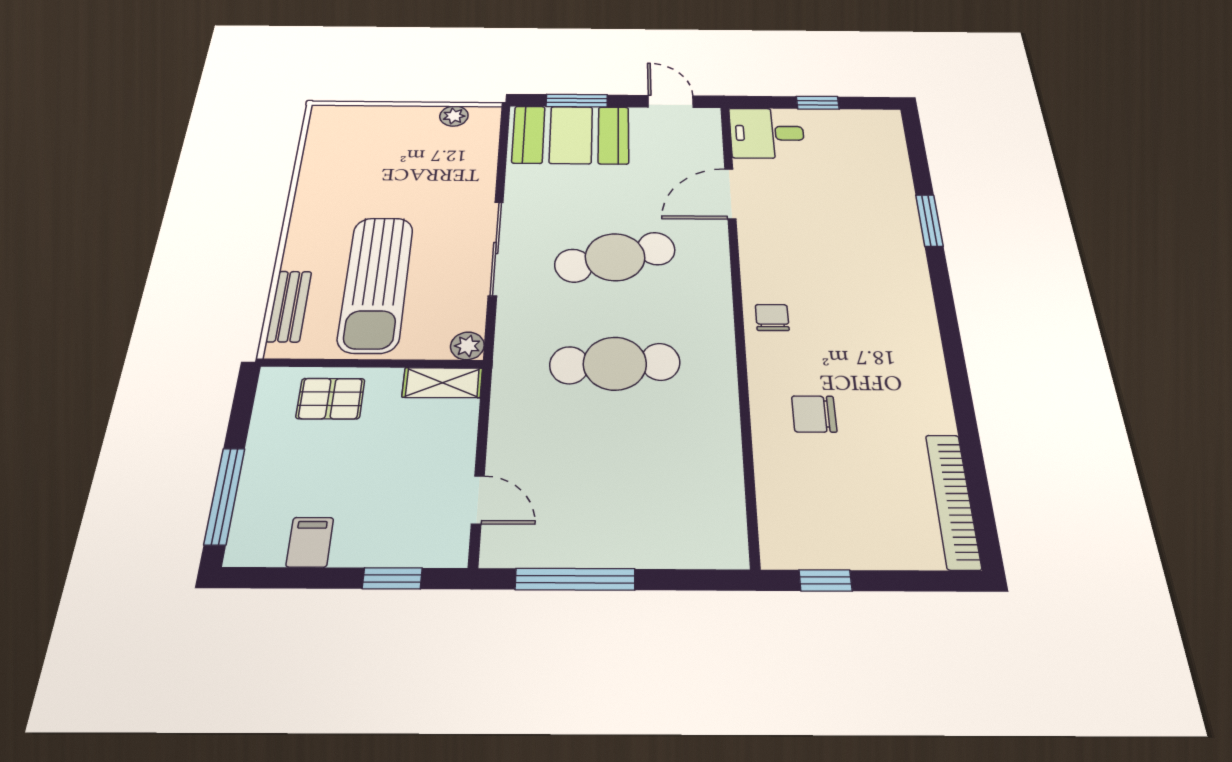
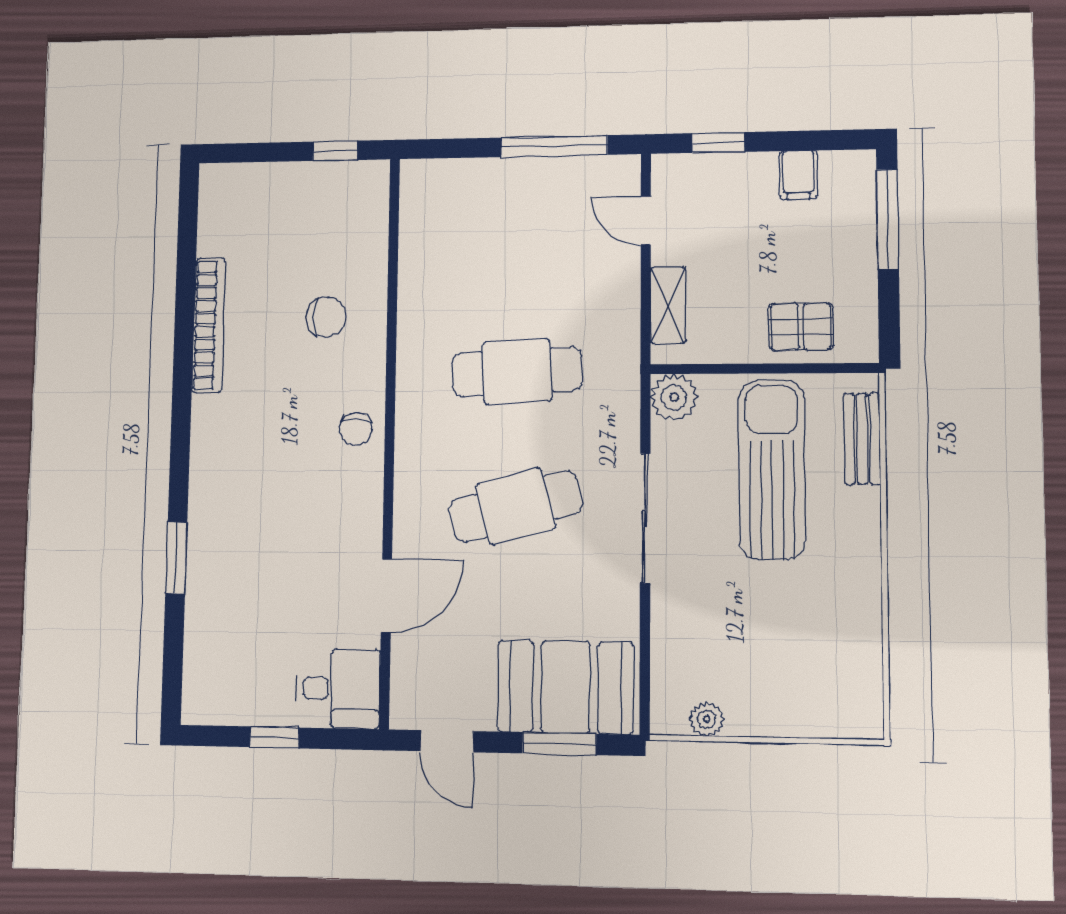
plant: (467, 346) -> (674, 397), width x1.38, depth x1.38
shelving: (442, 383) -> (668, 305), moved, turned 90
bookcase: (953, 501) -> (209, 325), moved

